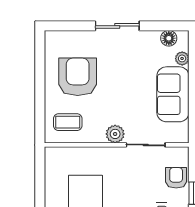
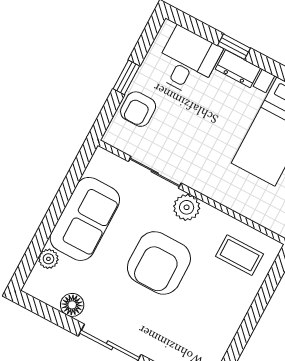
floor lamp: (169, 38) -> (72, 305), moved
armchair: (78, 77) -> (159, 263), moved

